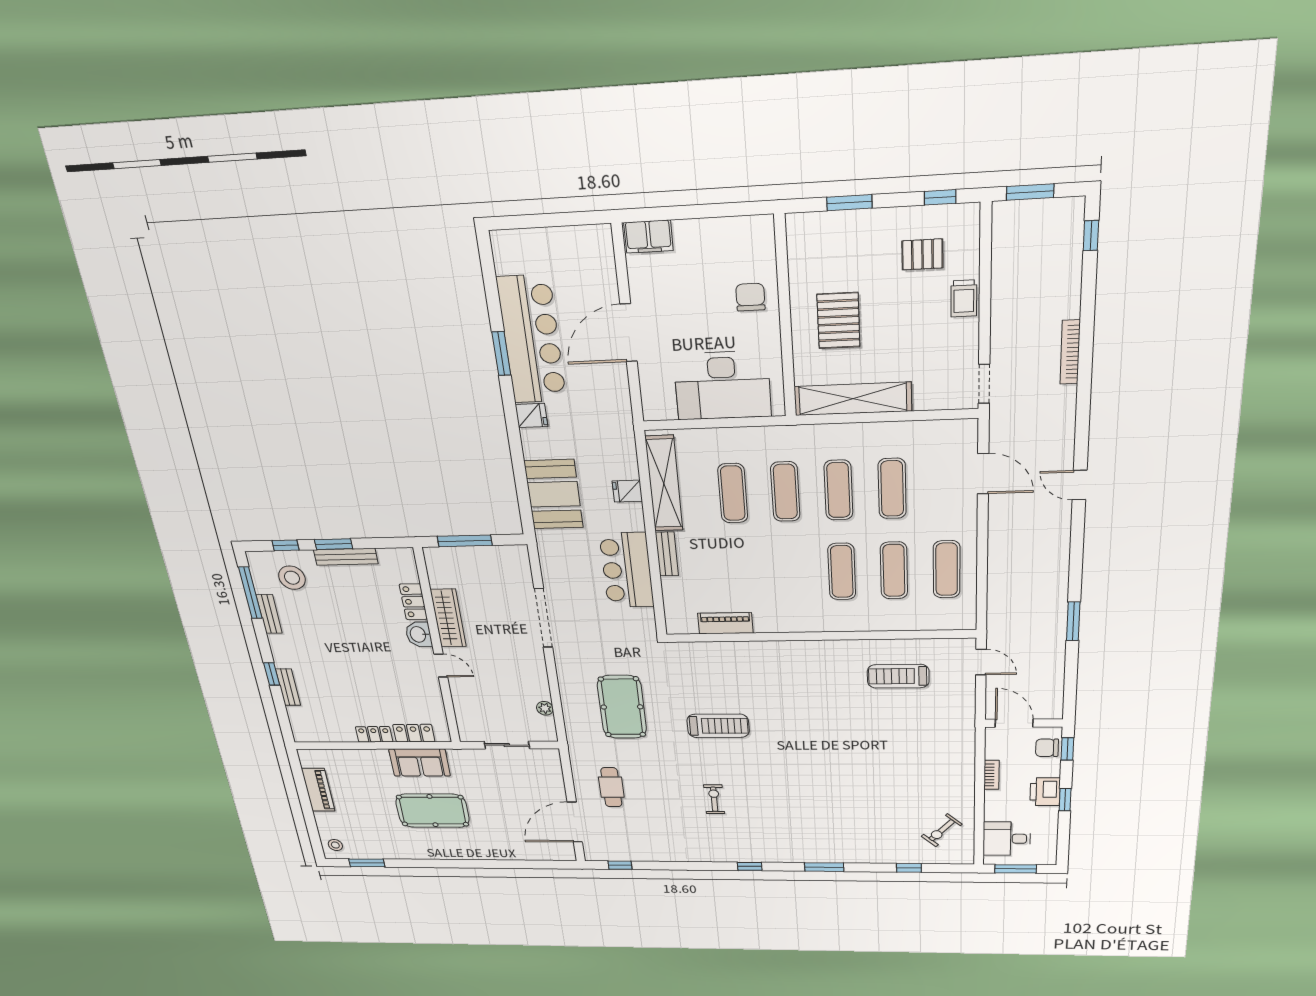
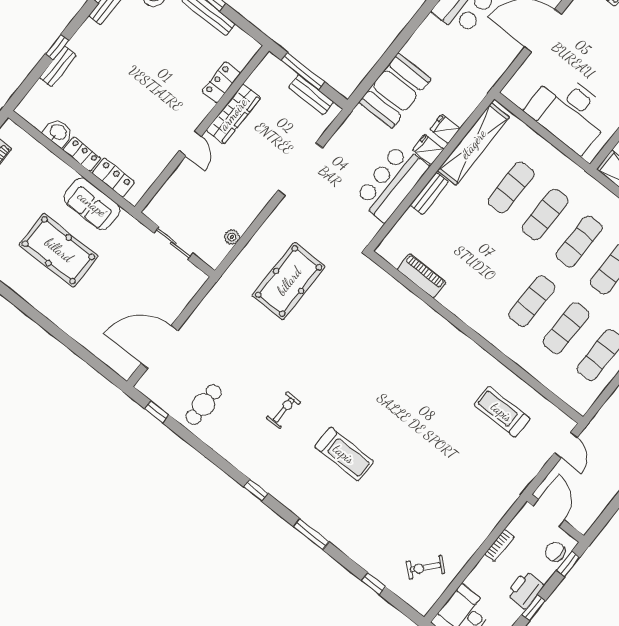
fridge: (531, 416) -> (428, 150), moved, turned 180
bench: (491, 554) -> (311, 95), added
washbasin: (419, 634) -> (58, 132), moved, turned 90
treadmill: (718, 726) -> (344, 454), moved
cafe table: (611, 787) -> (204, 405), moved

